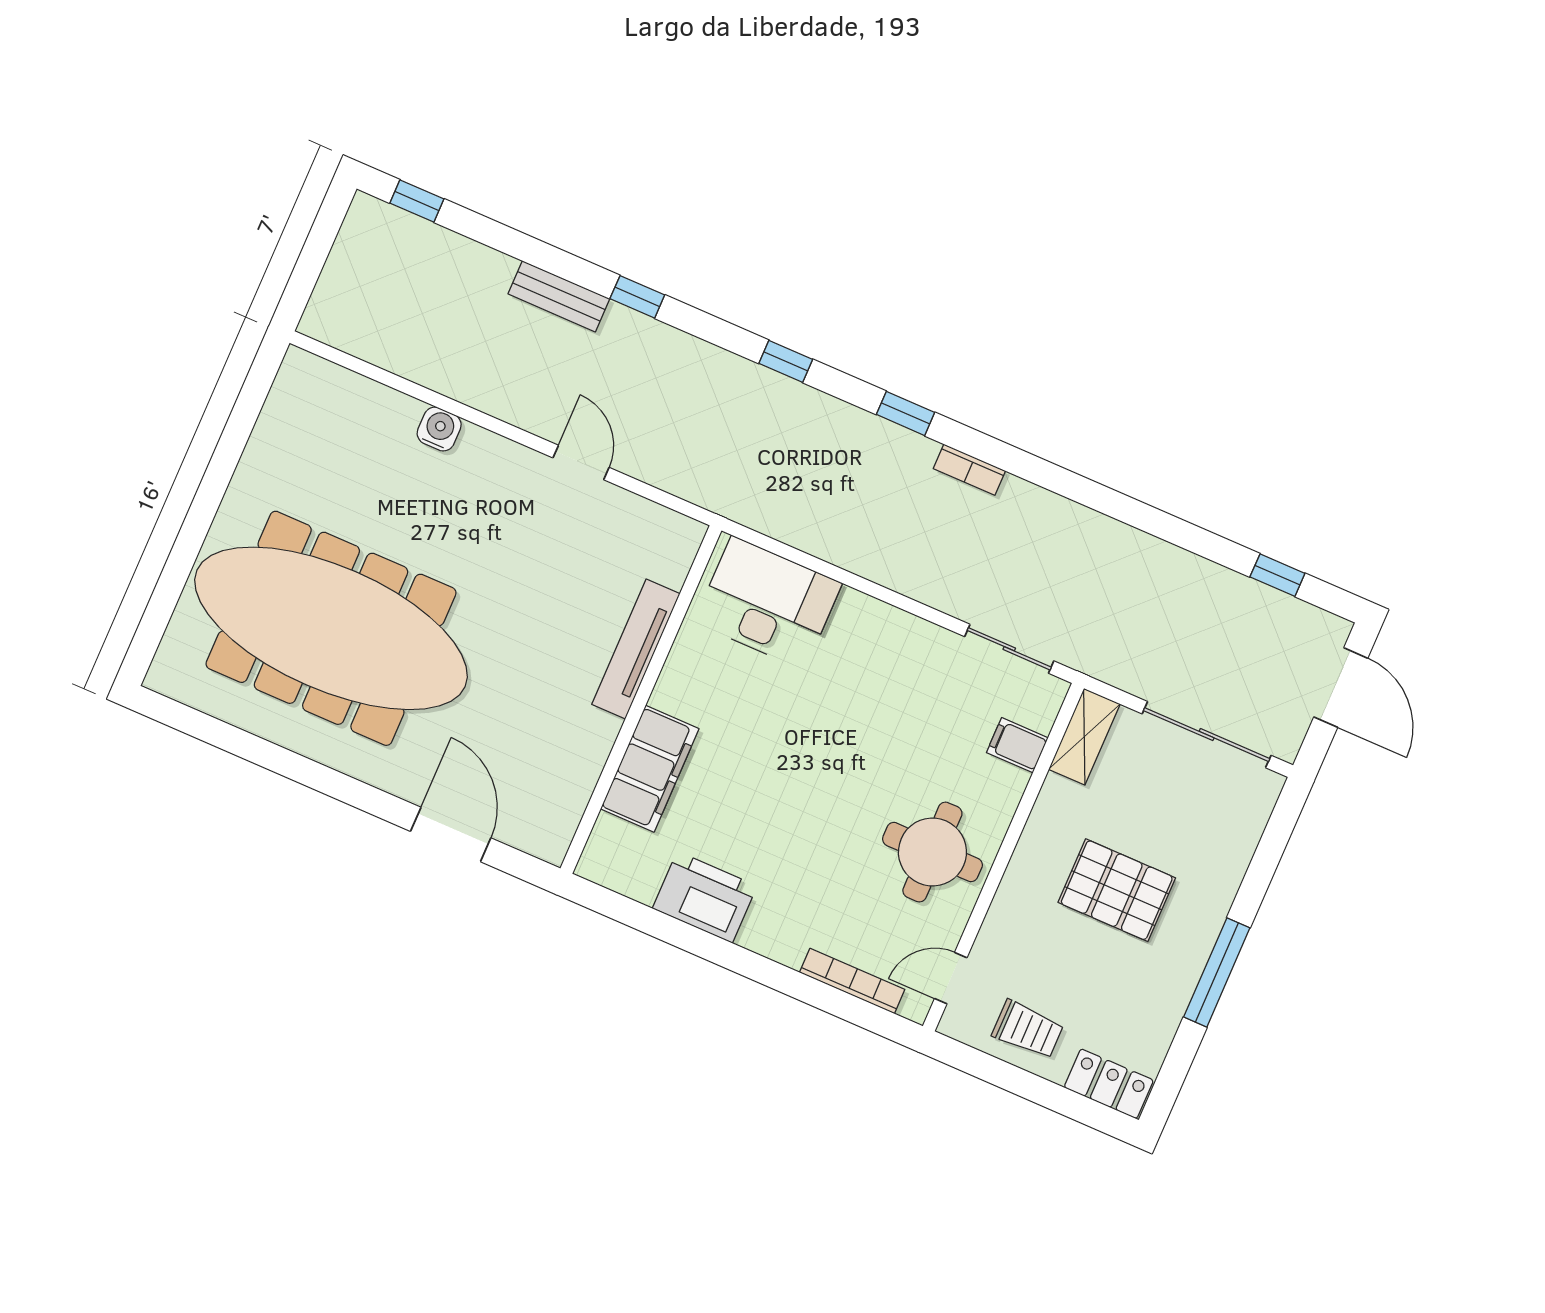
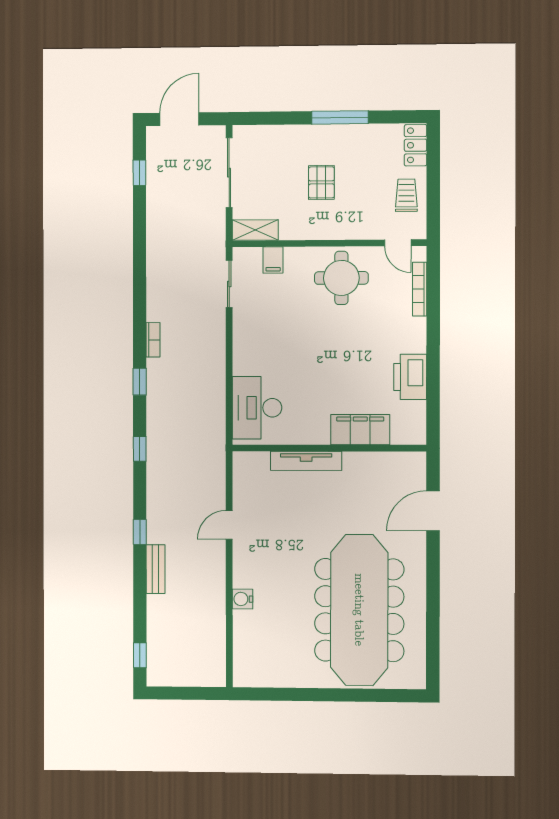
pallet: (1117, 890) -> (321, 182), width x0.67, depth x0.71

